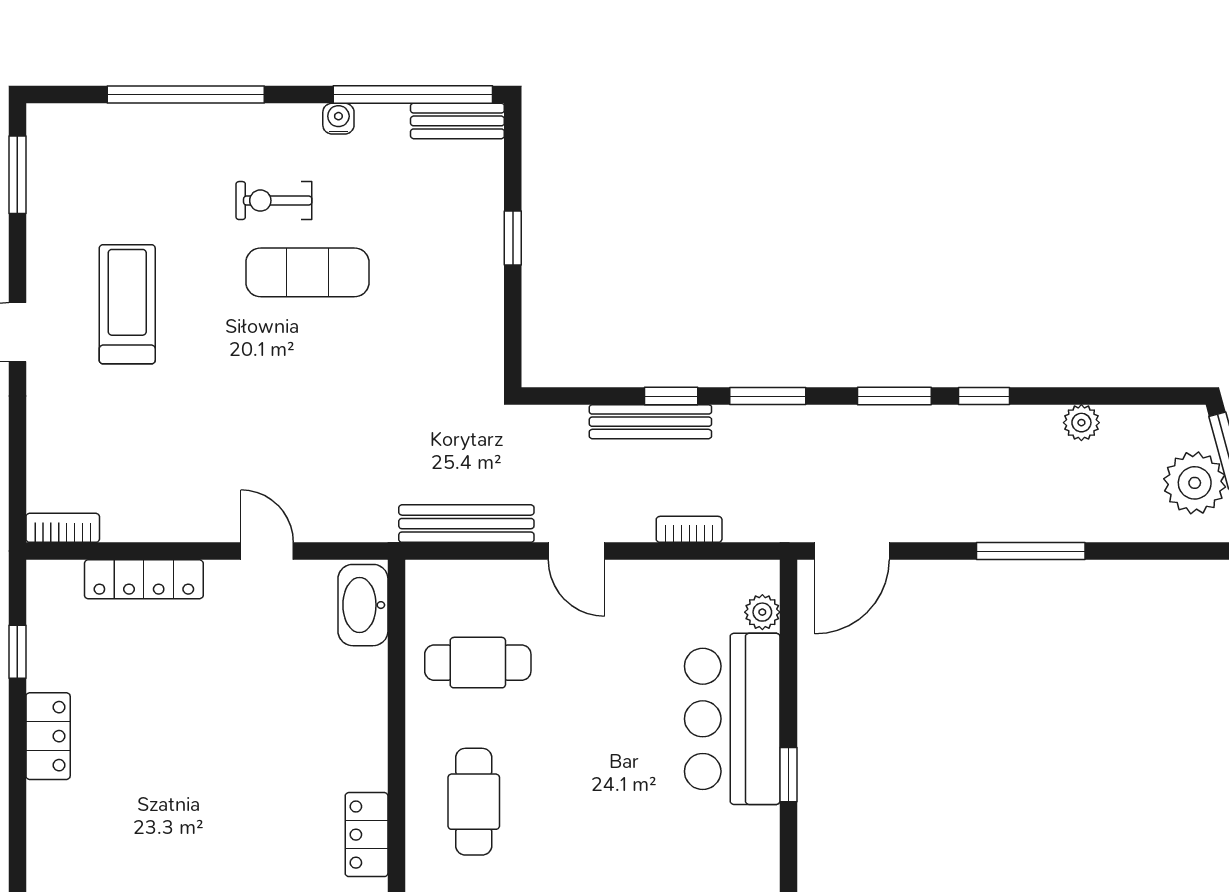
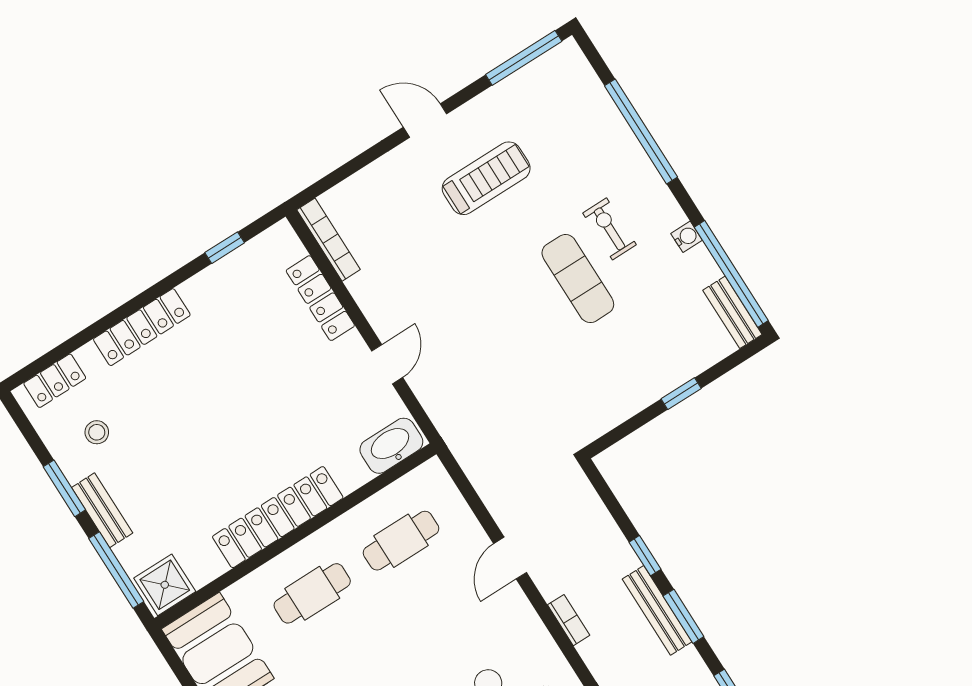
window: (17, 175) -> (524, 58), width x1.44
bench: (650, 422) -> (657, 610), moved
bench: (466, 524) -> (484, 478), removed
bookcase: (63, 528) -> (329, 240), width x1.56
cafe table: (478, 663) -> (401, 541), turned 90
locker: (48, 736) -> (142, 327), moved, width x1.53
locker: (367, 835) -> (278, 517), width x2.16, depth x1.21

